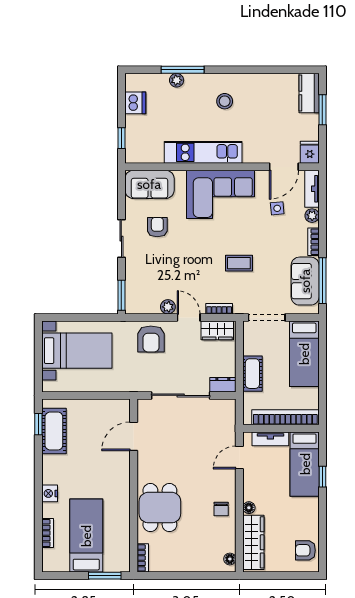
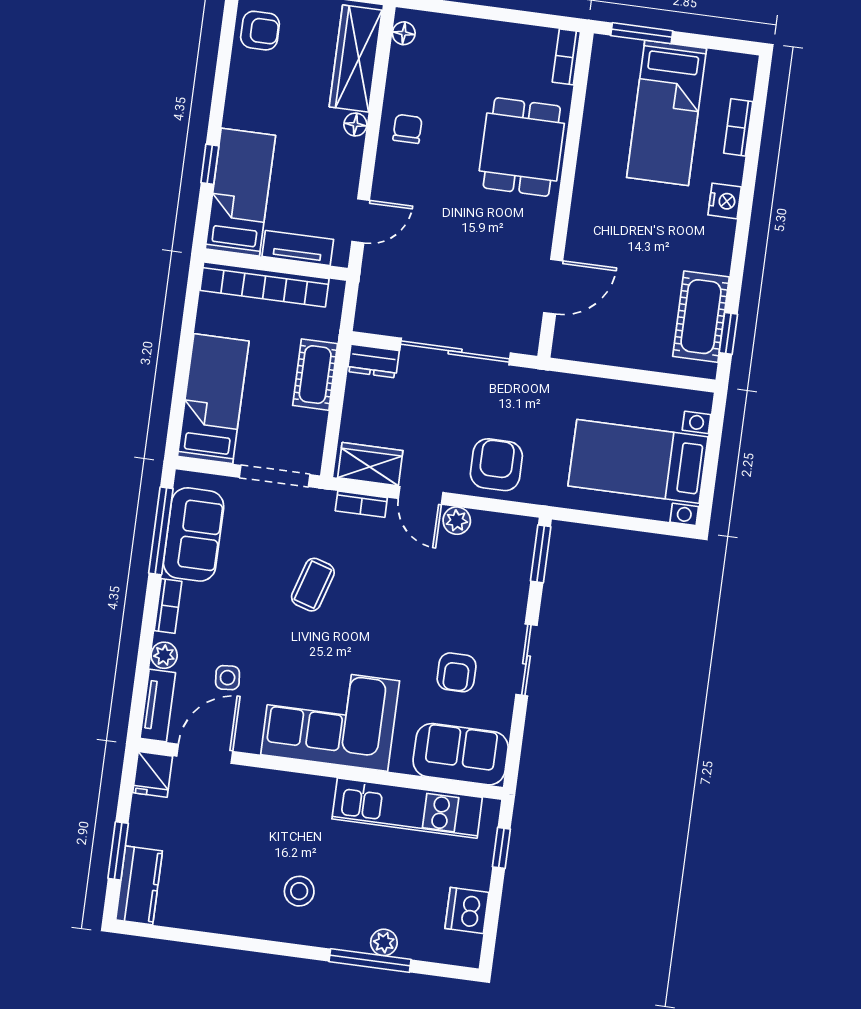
kitchen unit: (203, 152) -> (407, 808), moved
coffee table: (239, 263) -> (313, 585), turned -73

